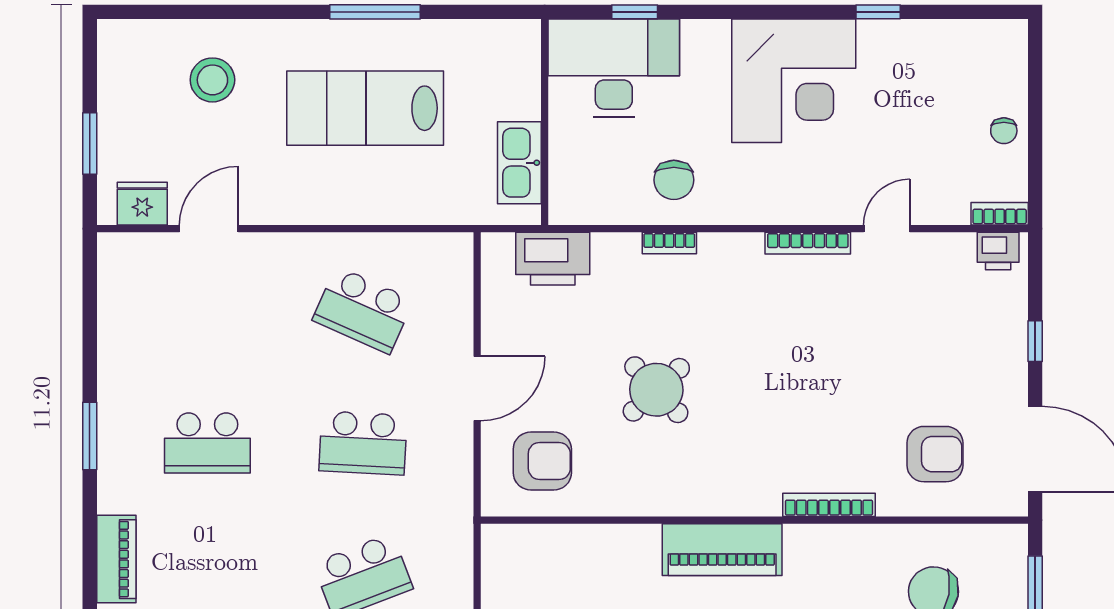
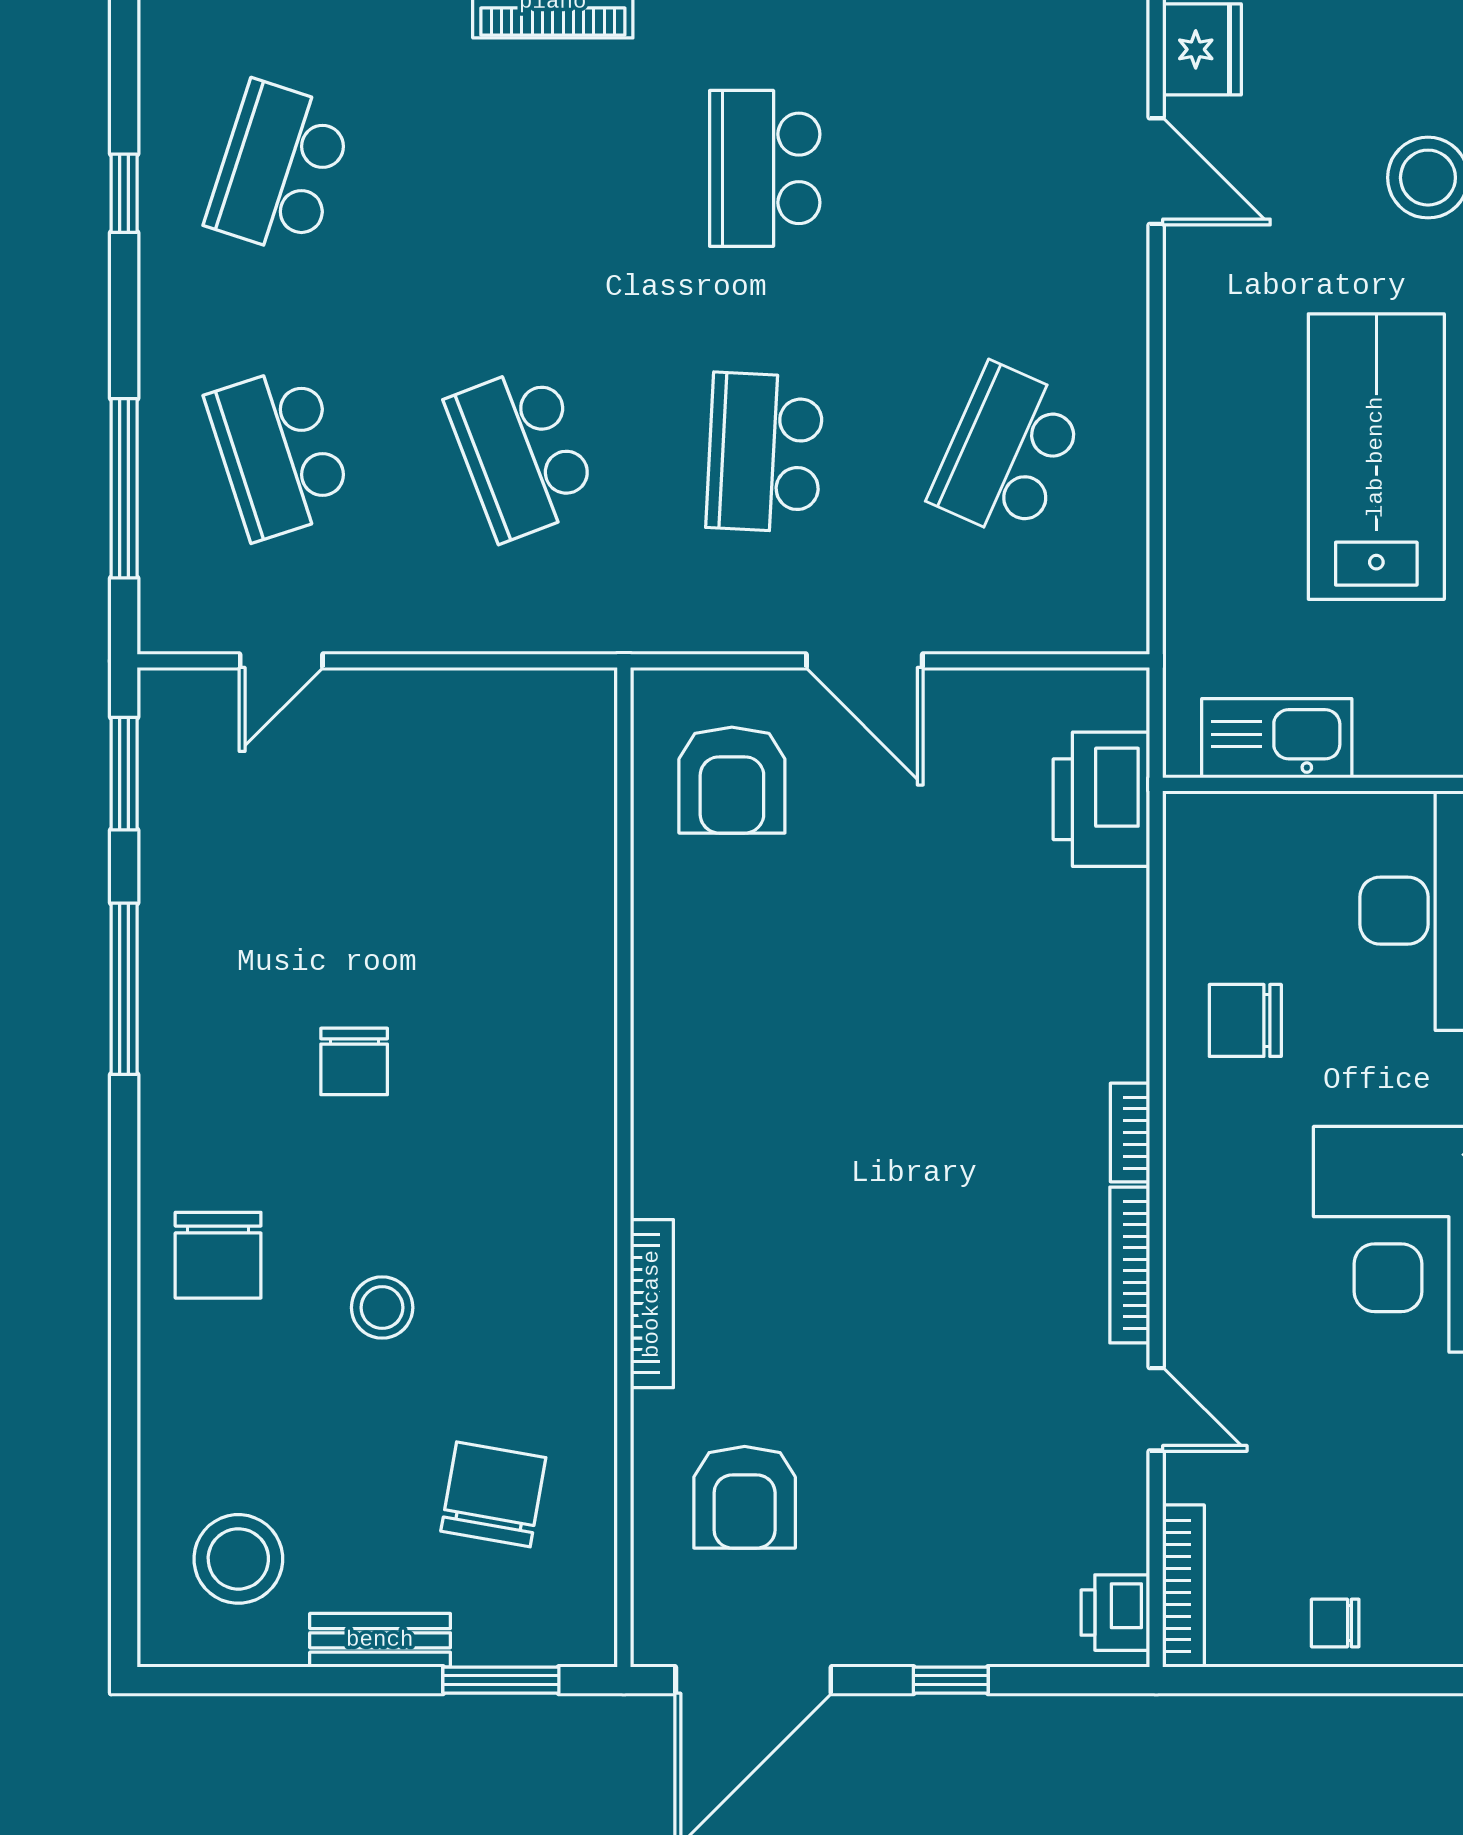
bookcase: (1000, 214) -> (1183, 1586), width x1.56
bookcase: (669, 243) -> (1130, 1133), moved
round table: (656, 390) -> (862, 988), removed
piano: (722, 550) -> (570, 1109), removed

